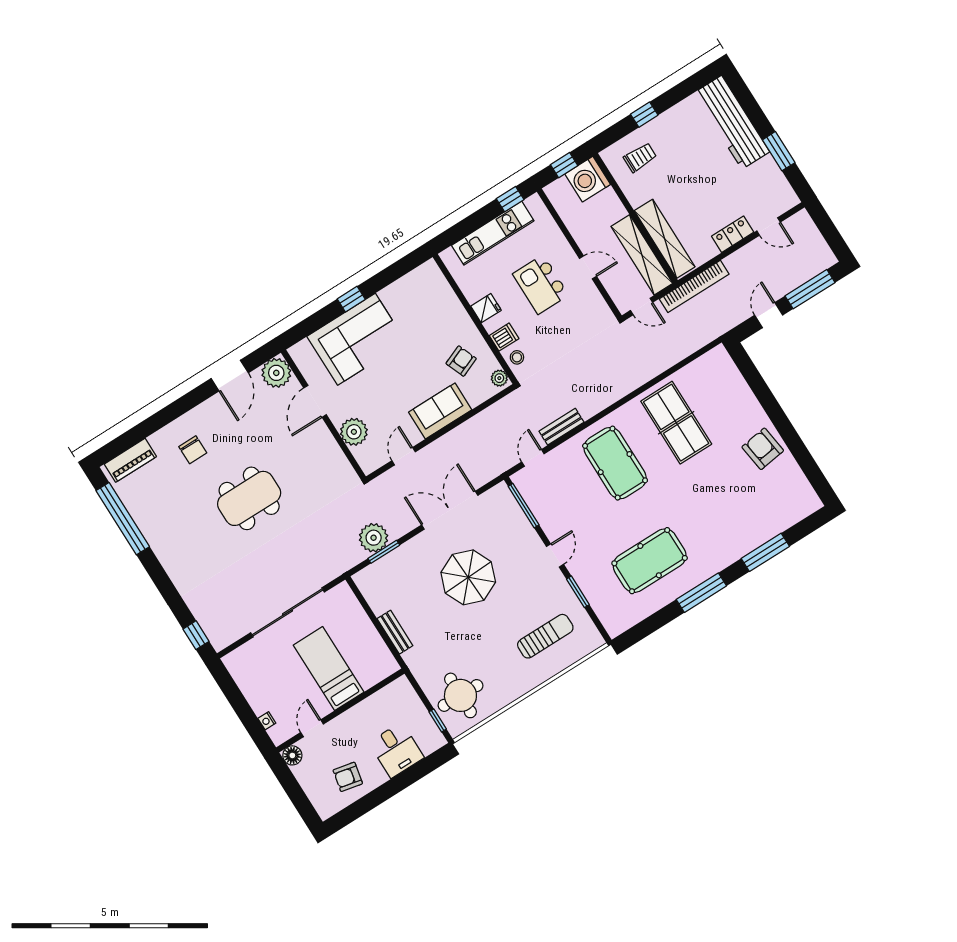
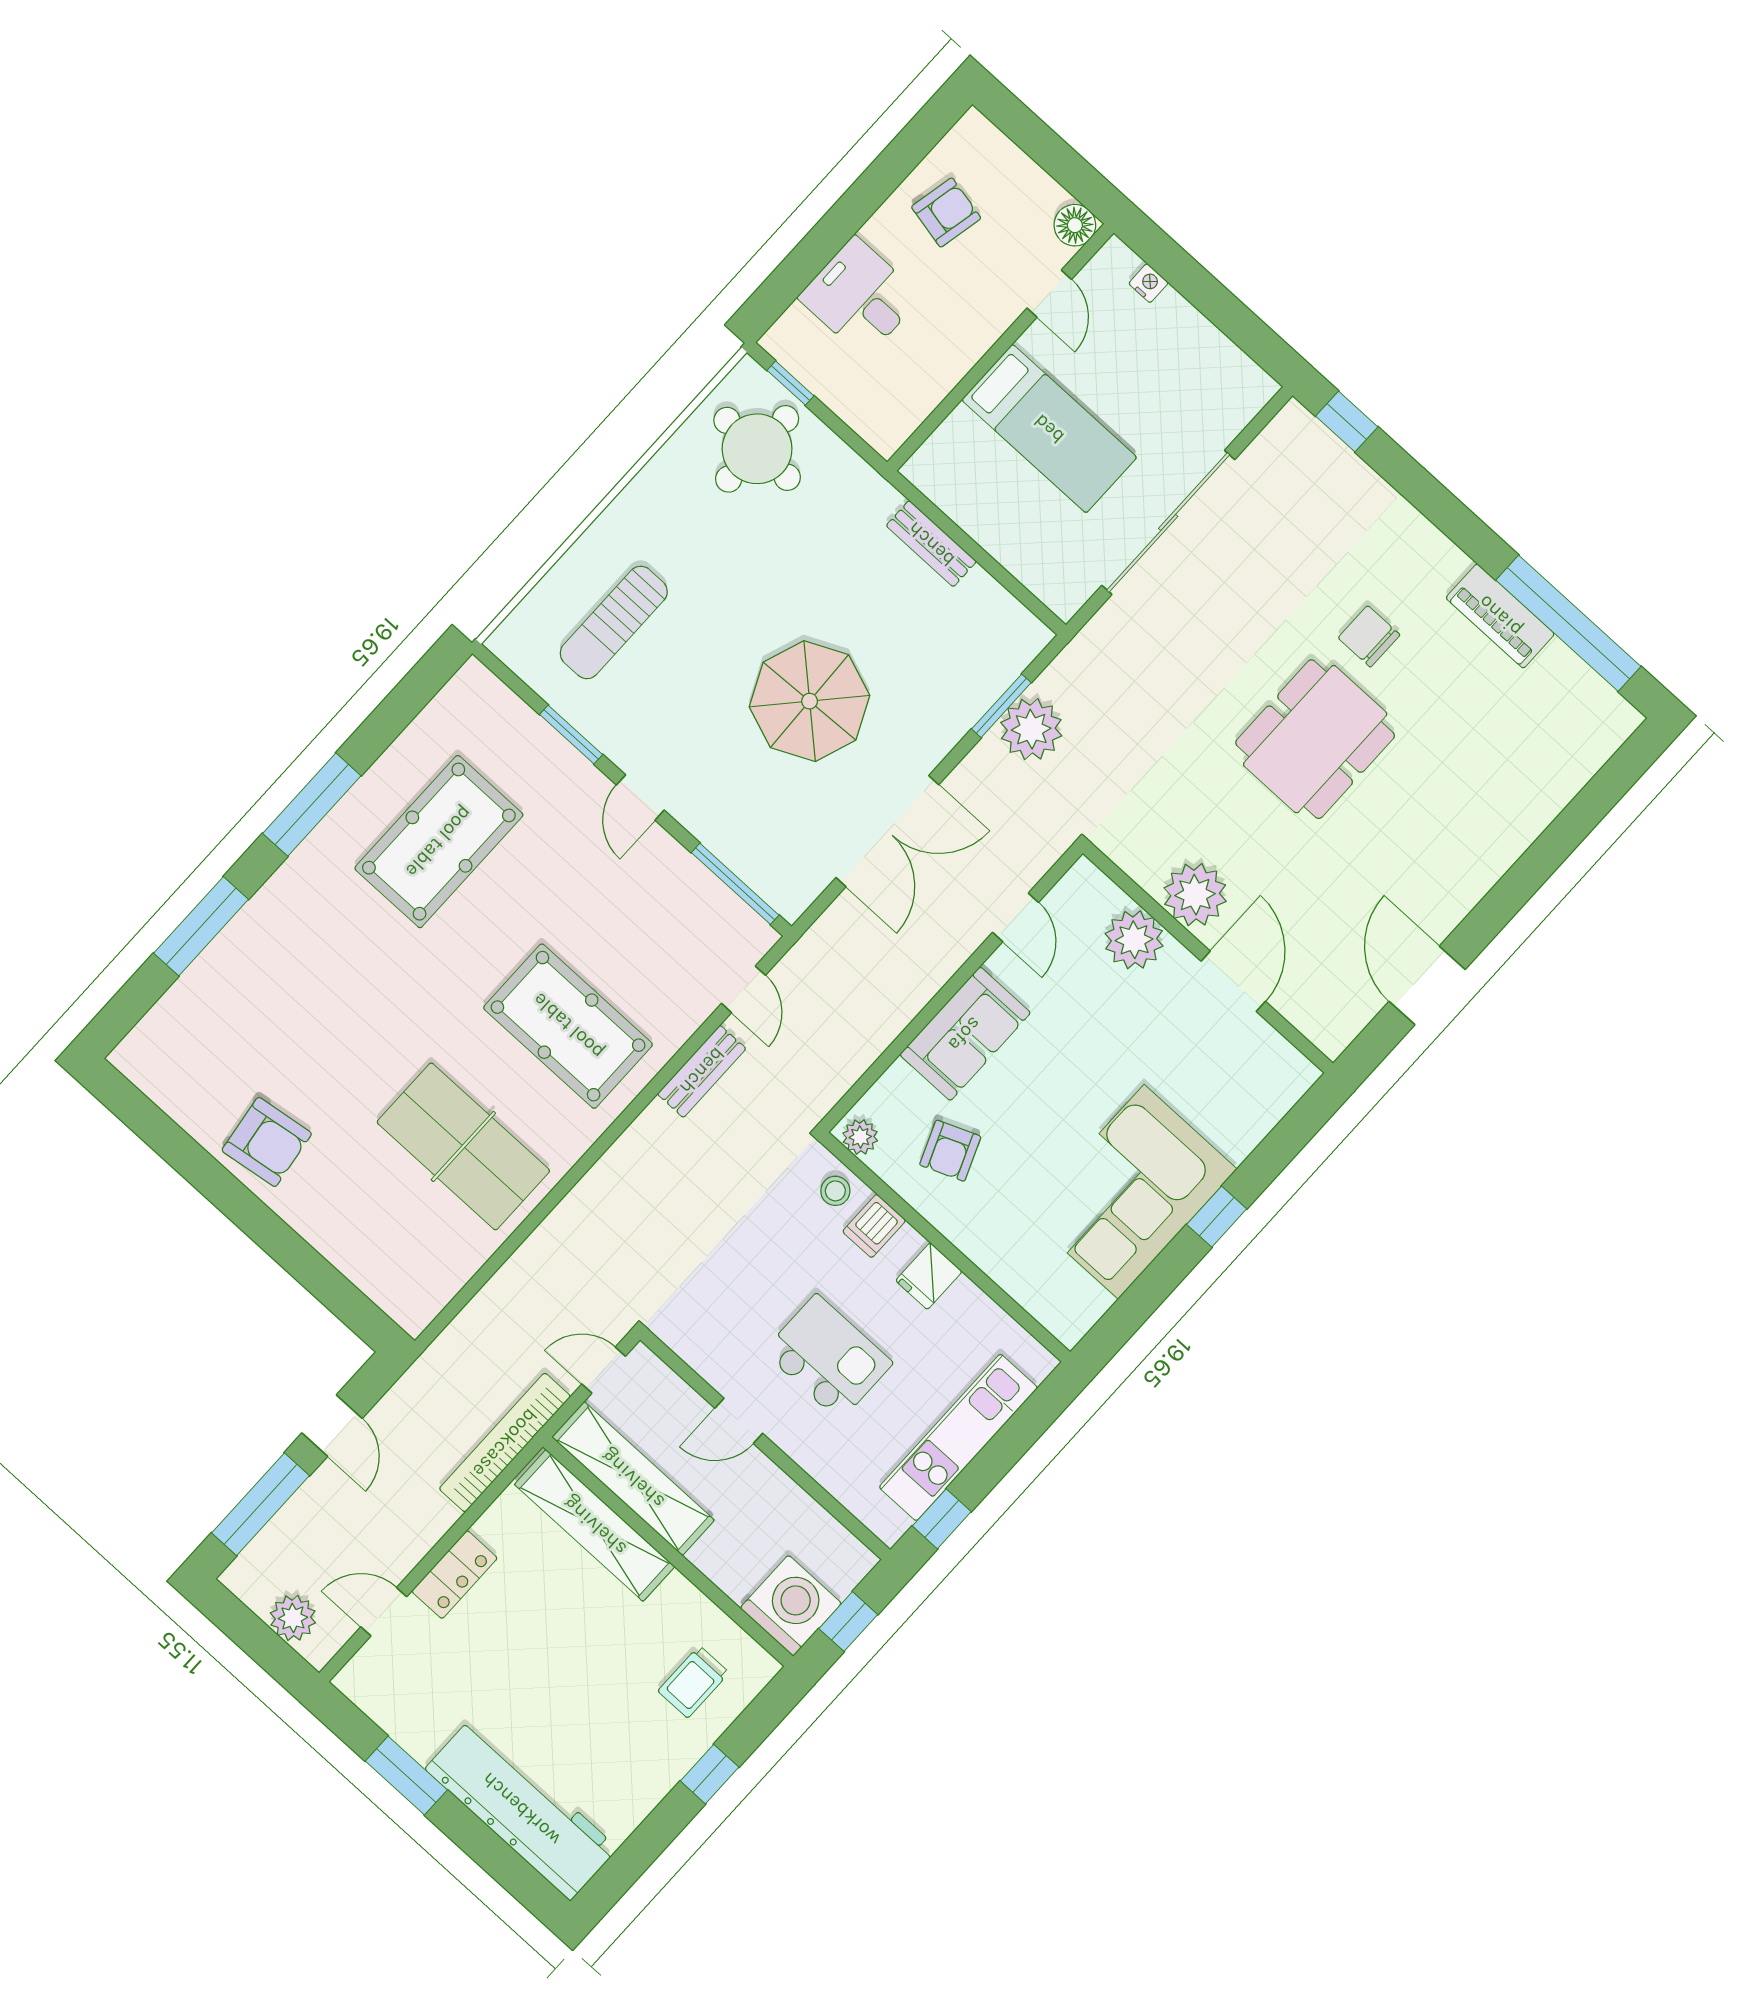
plant: (810, 235) -> (293, 1618), added
corner sofa: (356, 339) -> (1131, 1192), moved
plant: (276, 373) -> (1195, 895), moved
chair: (193, 450) -> (1369, 636), moved
piano: (130, 460) -> (1500, 616), moved, turned -90

